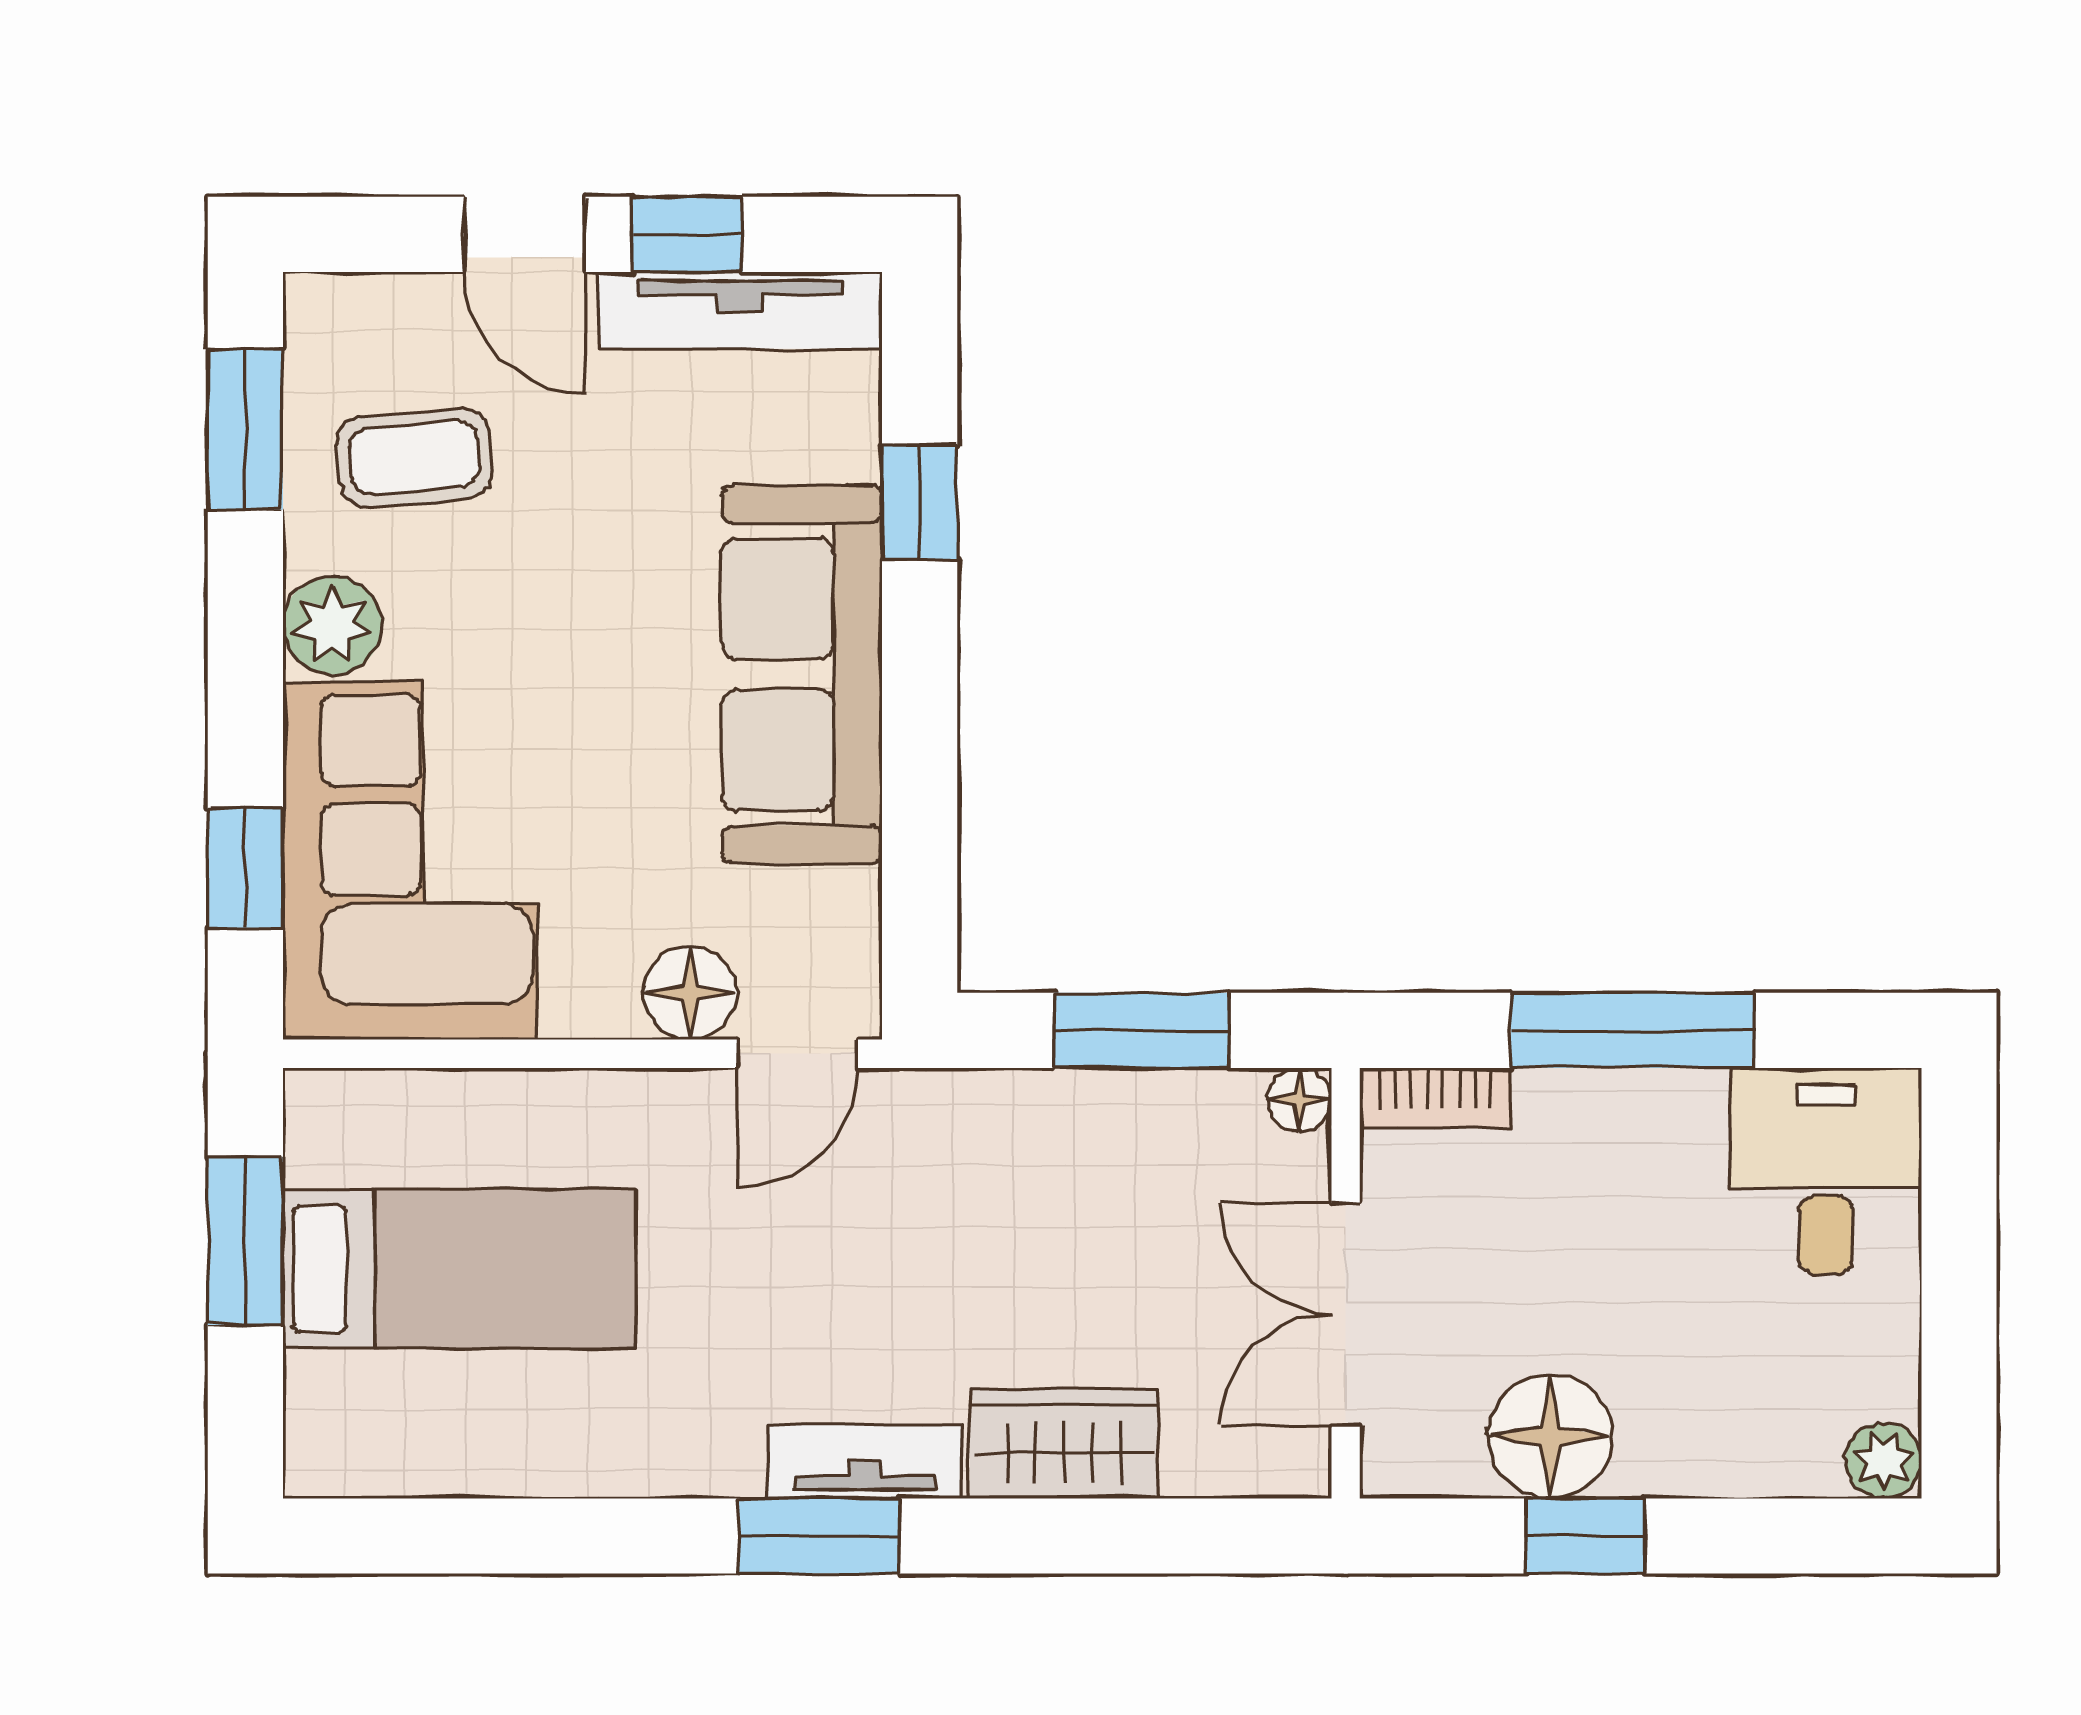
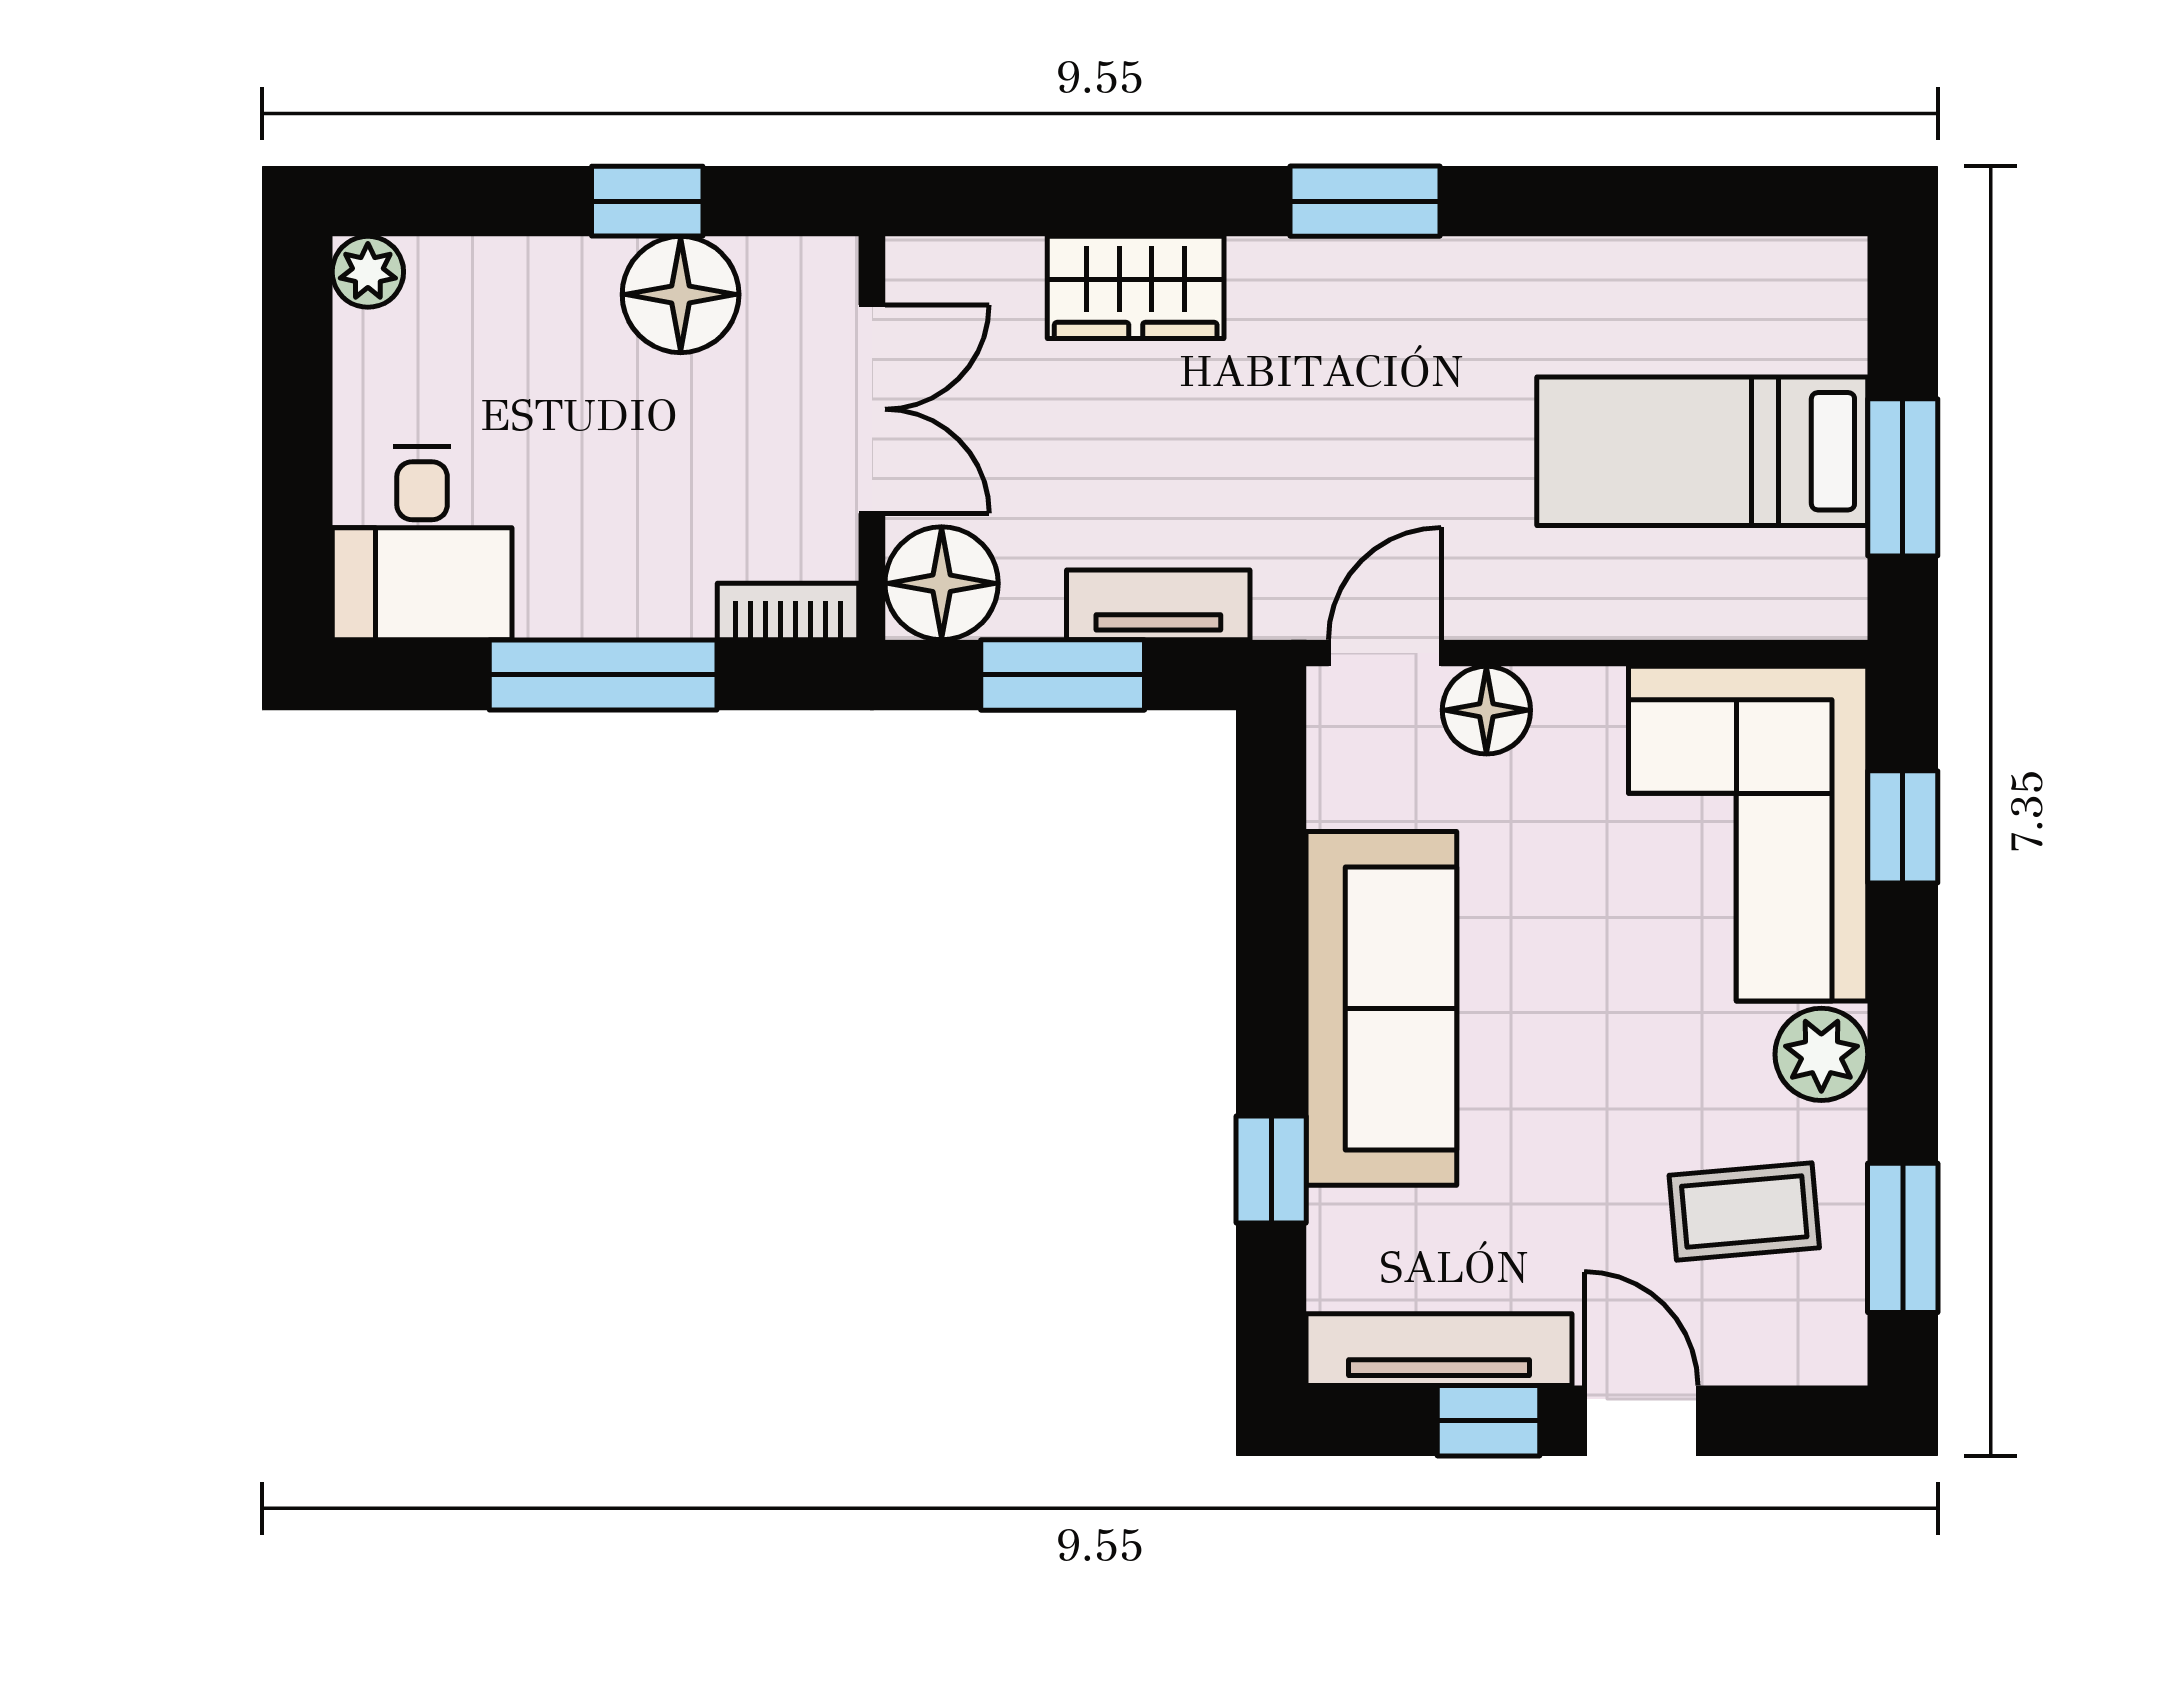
floor lamp: (1300, 1100) -> (942, 583), width x1.89, depth x1.89
tv unit: (865, 1461) -> (1158, 605), moved, turned 180

